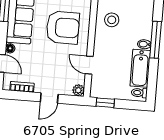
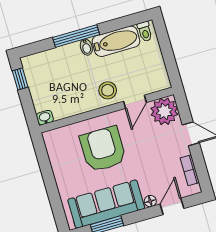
stool: (112, 20) -> (108, 90), moved
plant: (78, 90) -> (164, 111), width x1.87, depth x1.87
window: (105, 103) -> (171, 67), removed

